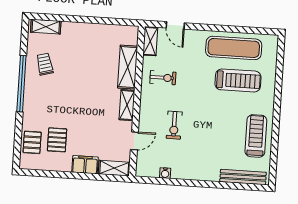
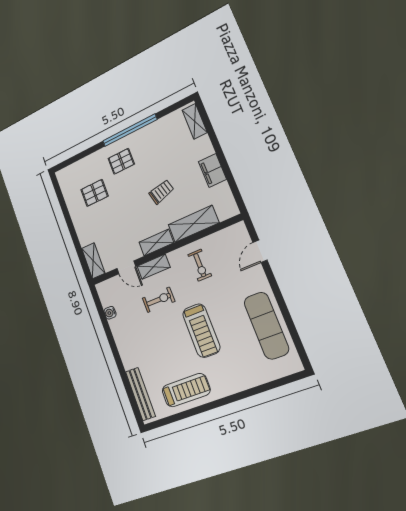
shelving: (150, 41) -> (154, 267), moved
trolley: (45, 64) -> (161, 192), moved
treadmill: (238, 80) -> (201, 331), moved
exercise bike: (174, 125) -> (159, 300), turned 180
pallet: (32, 142) -> (121, 161), moved
filing cabinet: (85, 165) -> (212, 170), moved, turned 180

